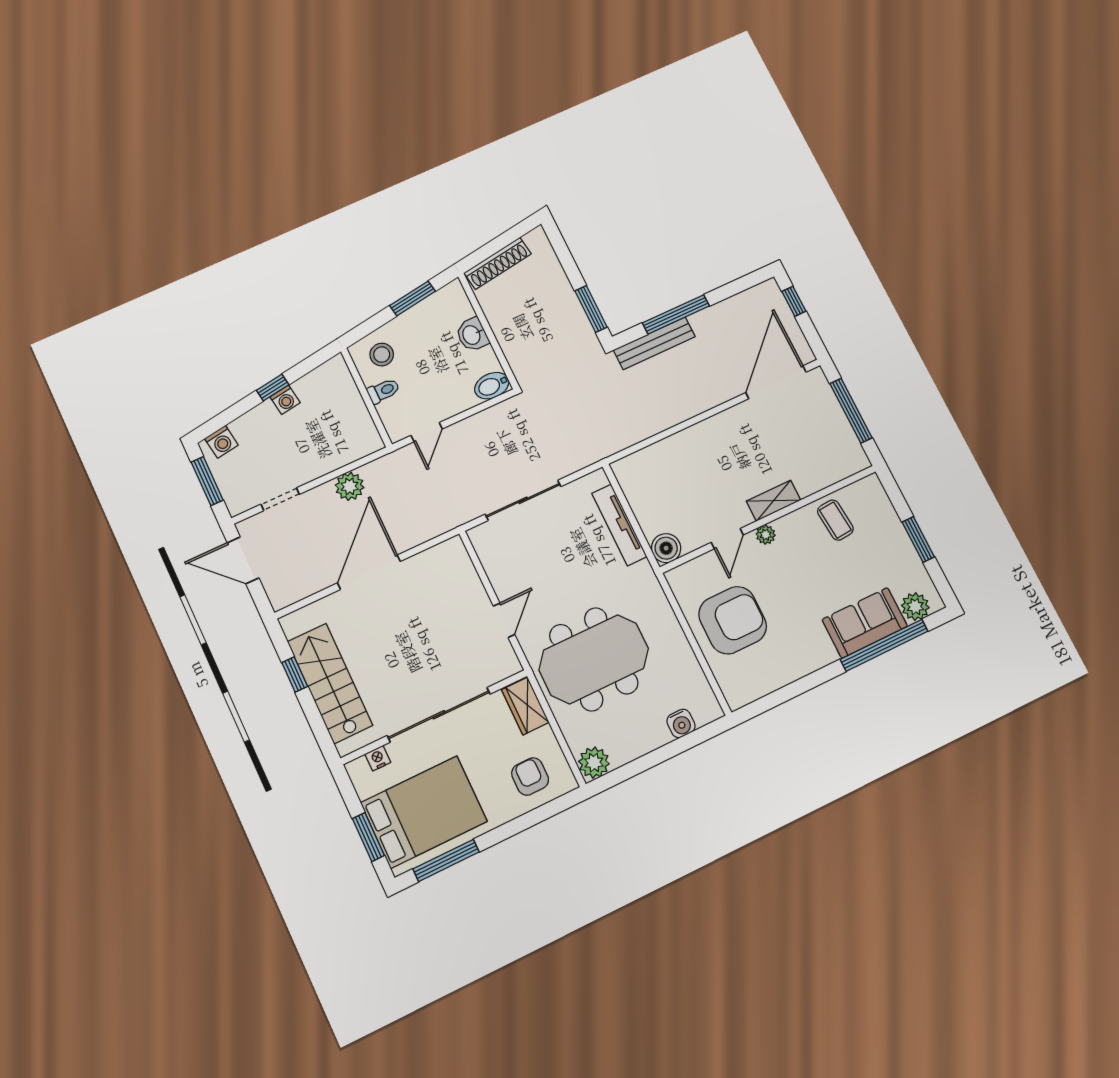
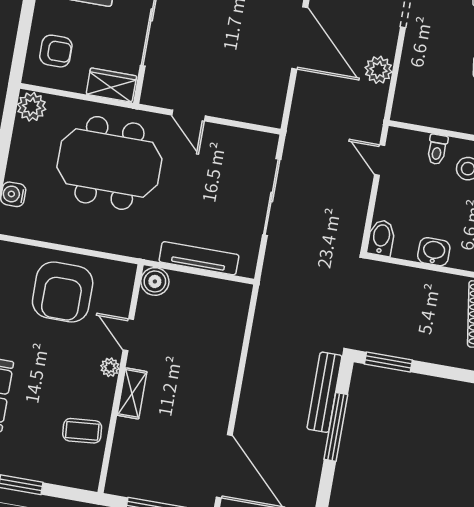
meeting table: (594, 659) -> (109, 163), turned 90

